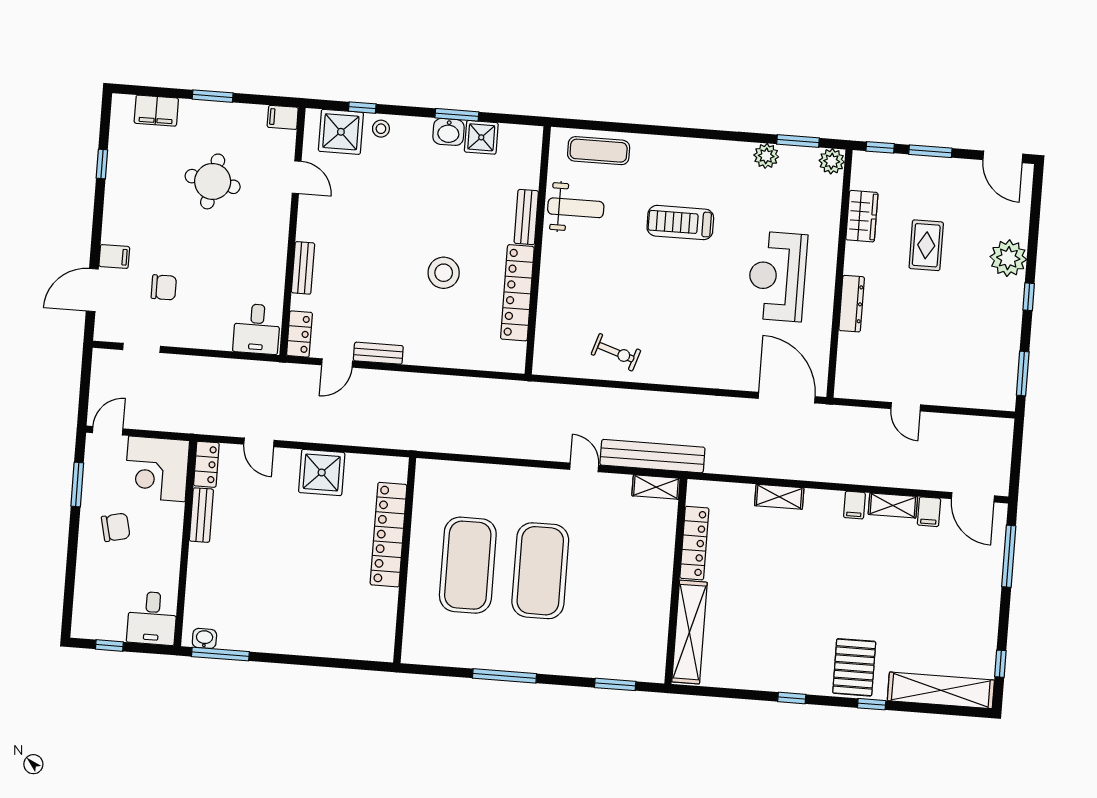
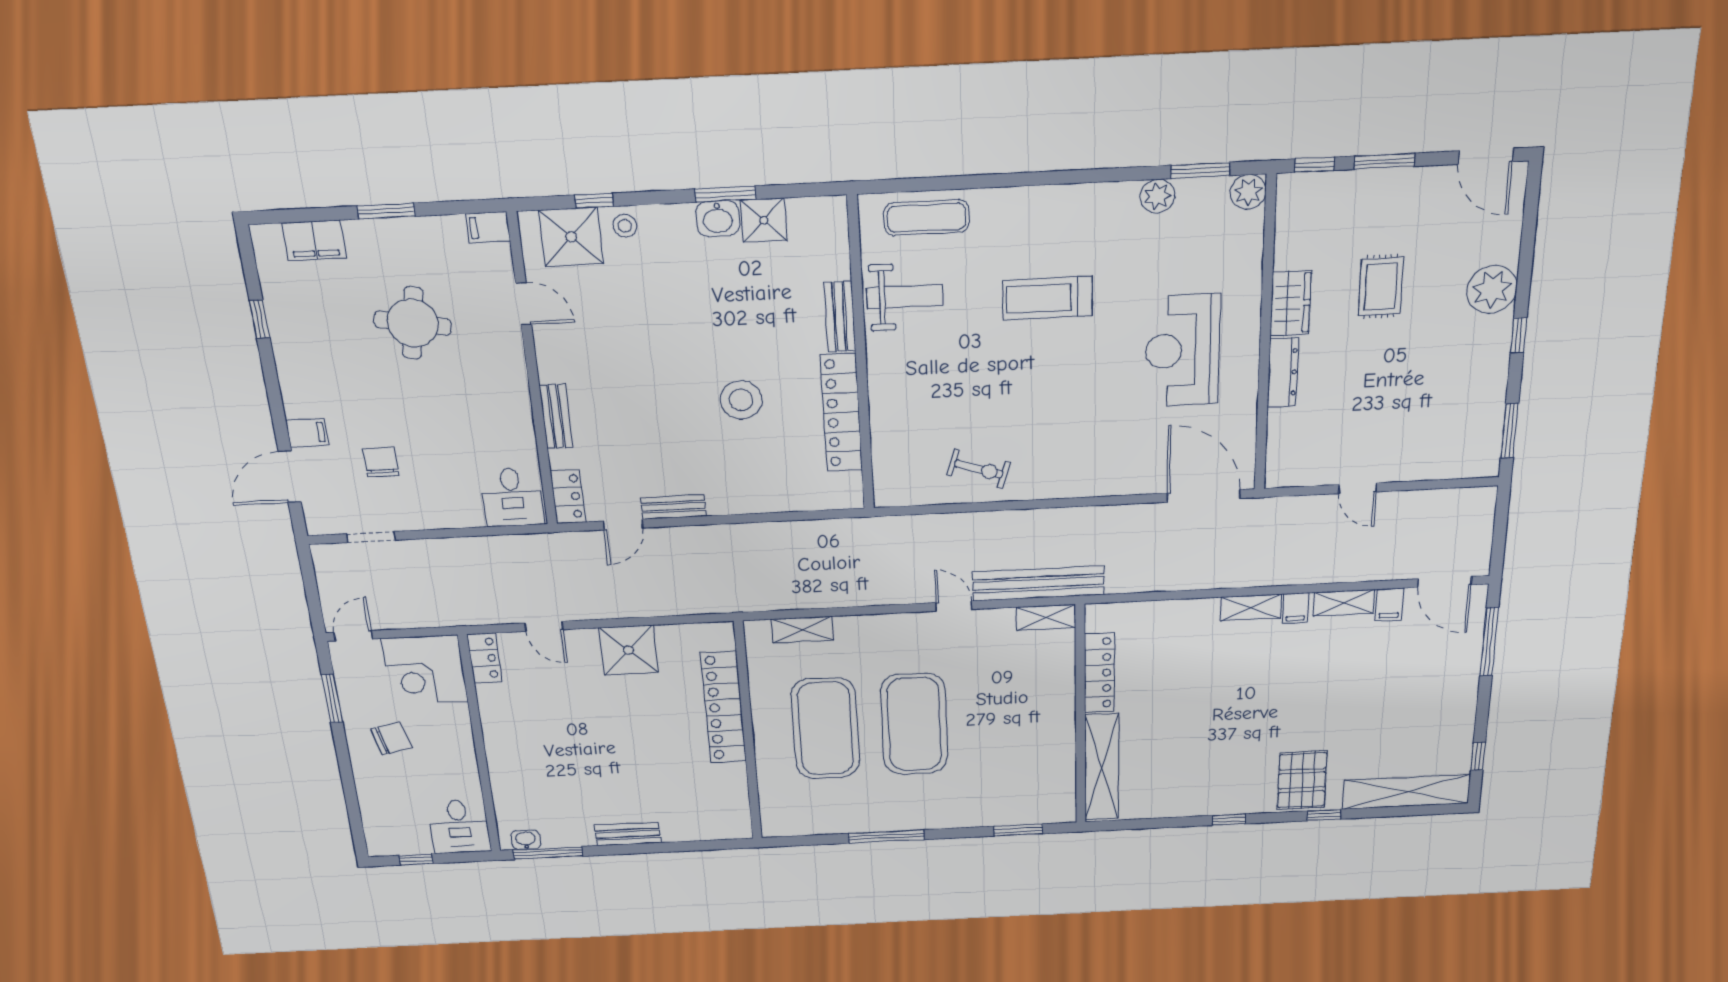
wardrobe: (862, 216) -> (1291, 303), moved
chair: (164, 287) -> (381, 462), turned -90
shelving: (462, 472) -> (802, 630), added
shelving: (779, 497) -> (1251, 607), moved
bench: (201, 515) -> (628, 834), moved, turned 90

